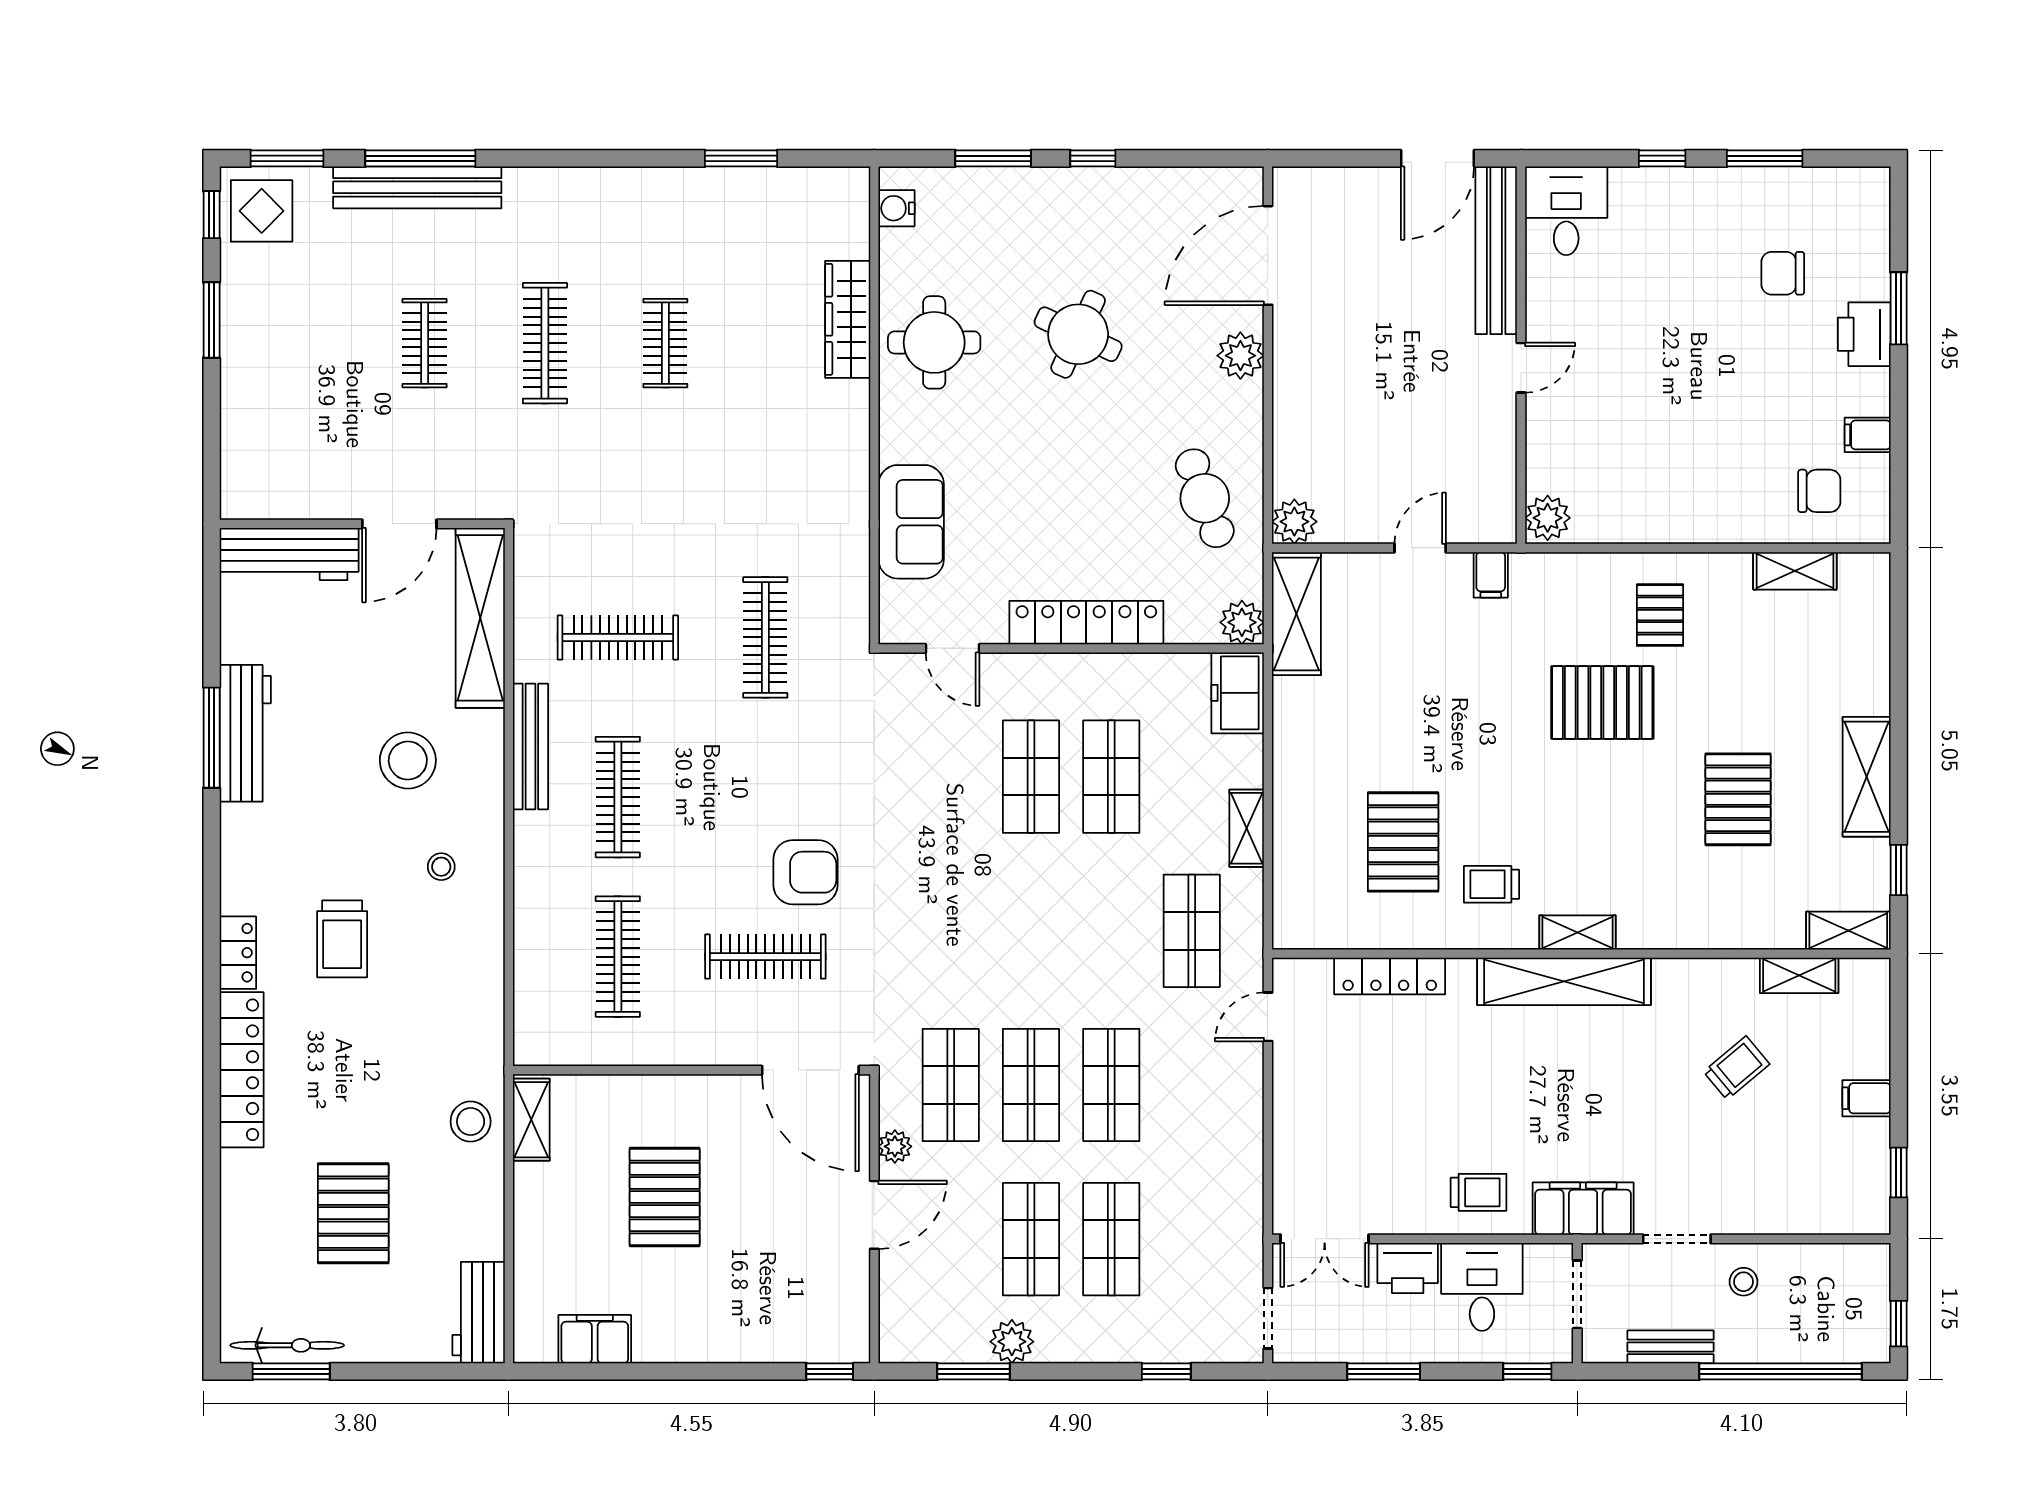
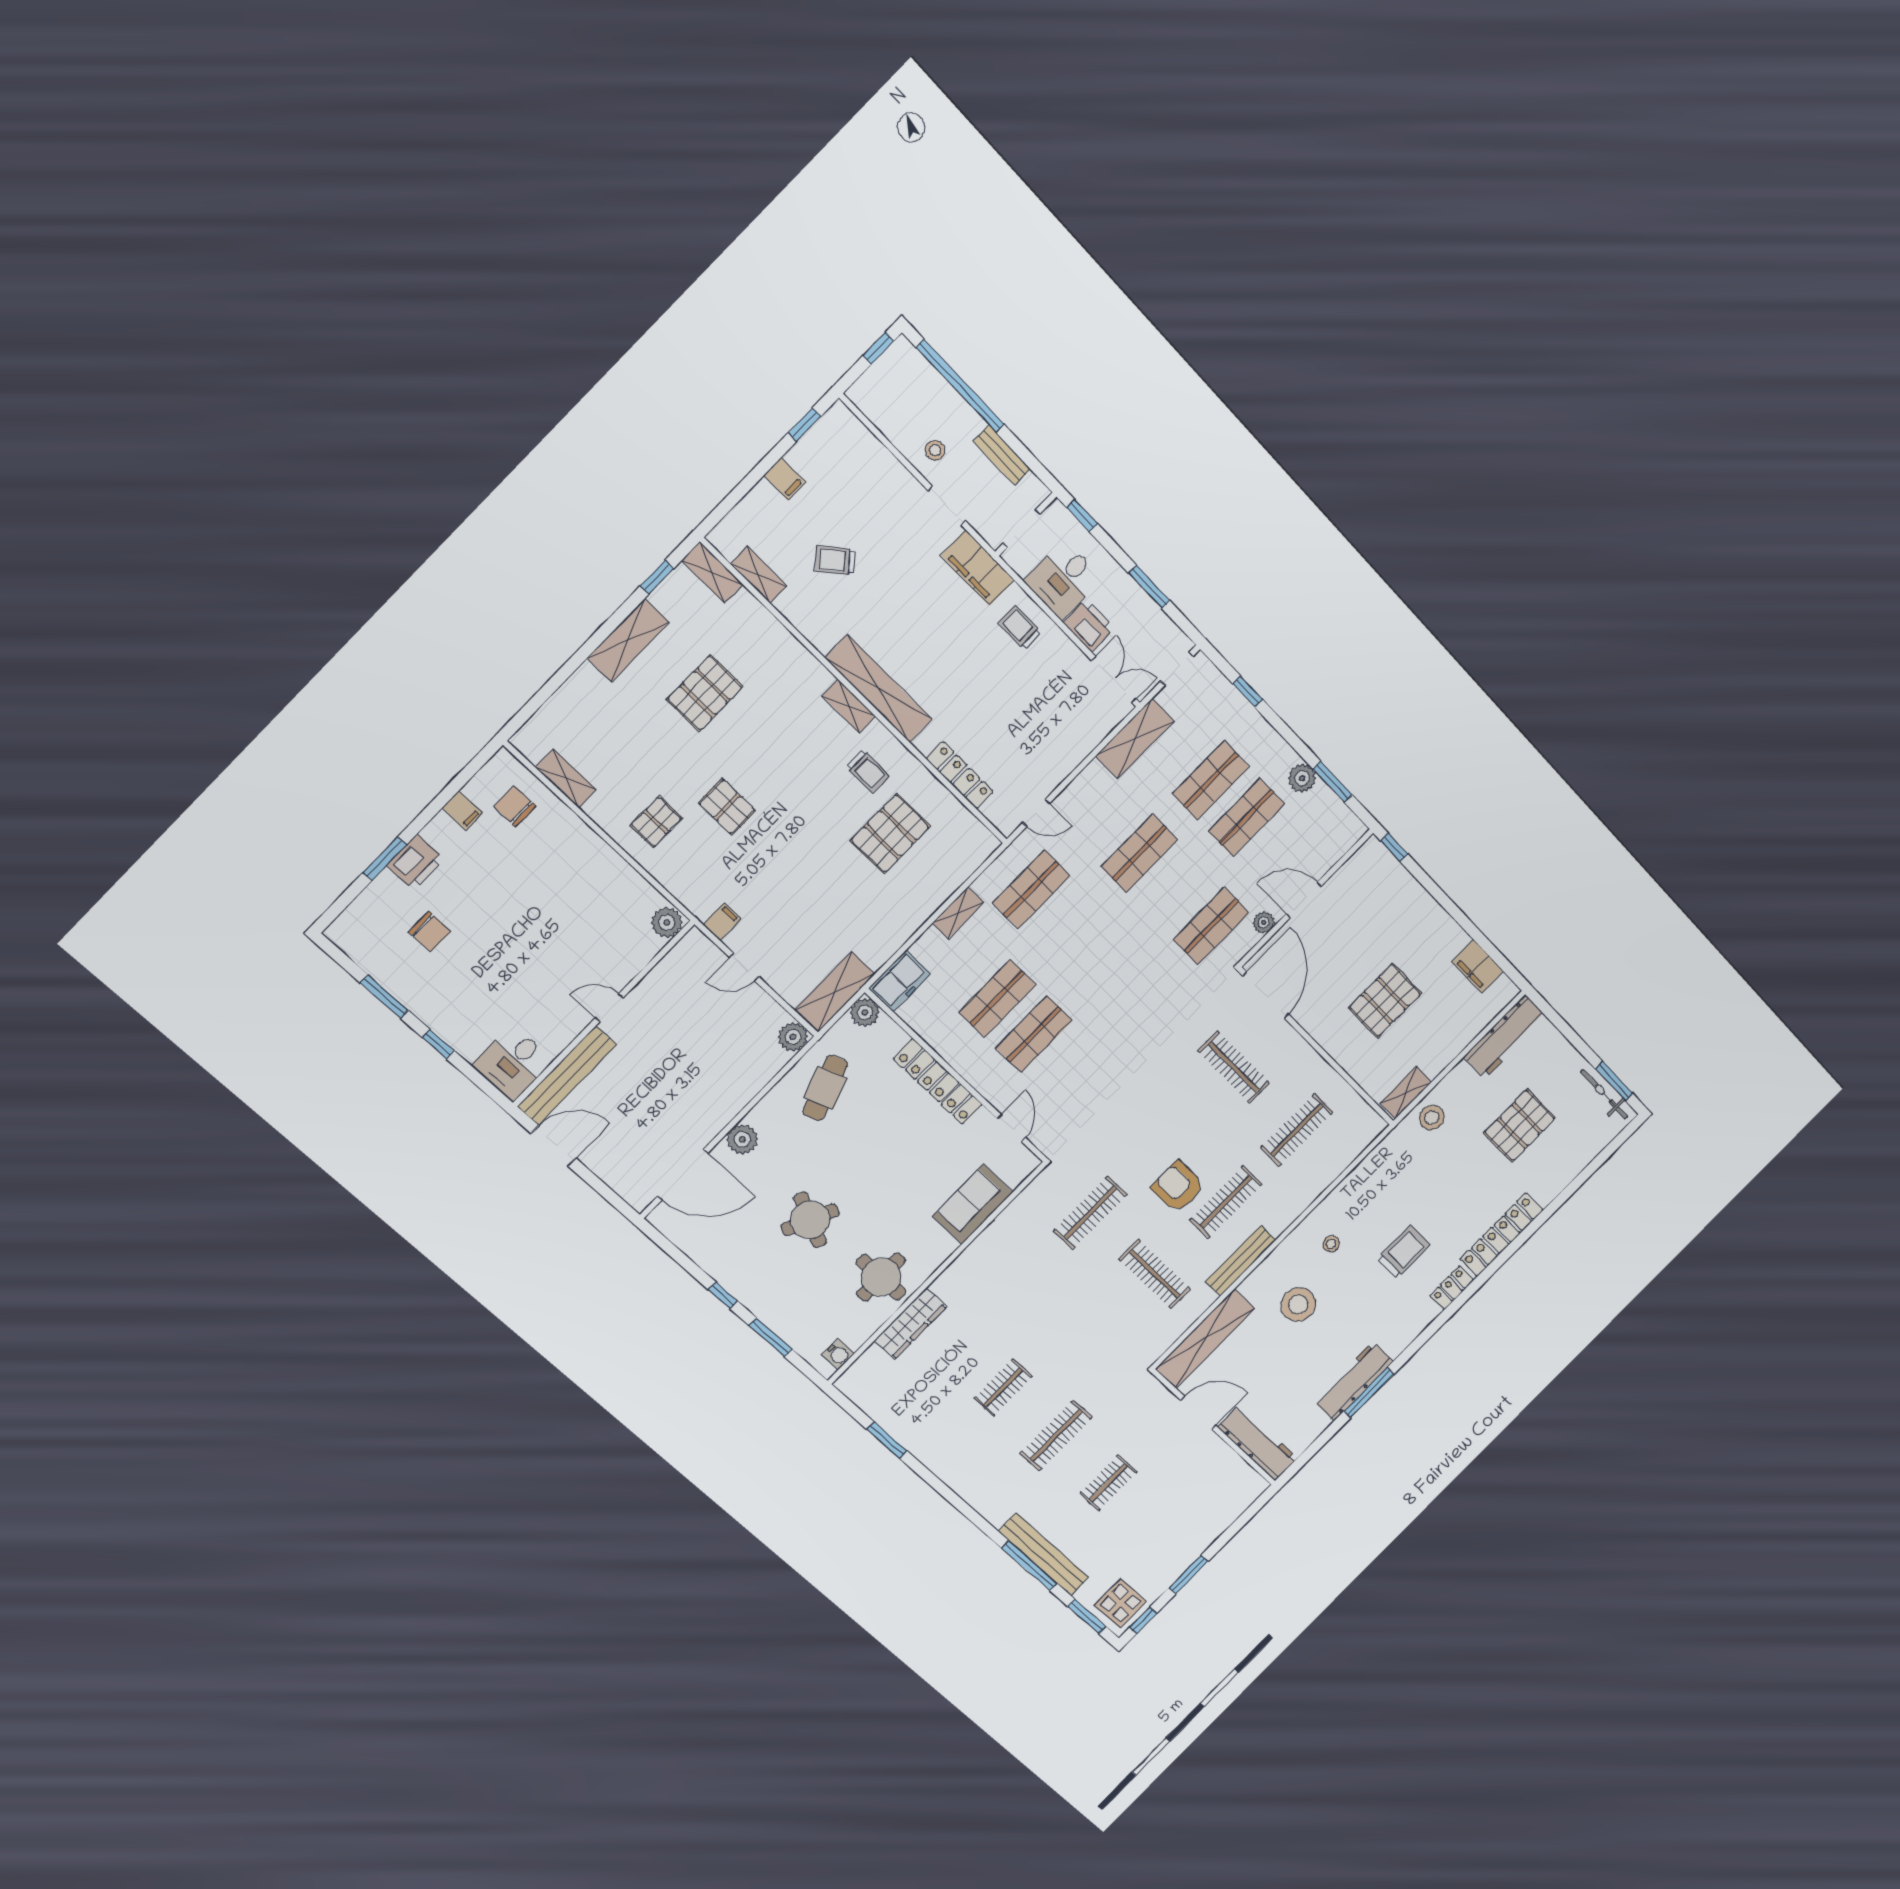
pallet: (1602, 703) -> (727, 807), width x0.67, depth x0.71
armchair: (805, 872) -> (1178, 1187), moved
shop shelf: (1031, 1085) -> (1175, 890), removed
shelving: (1240, 1200) -> (1135, 739), added
workbench: (479, 1313) -> (1505, 1037), width x1.38

